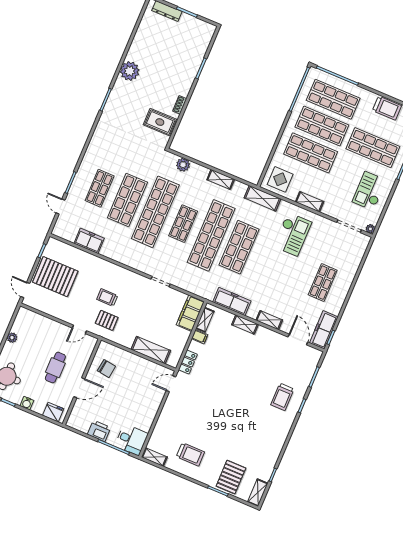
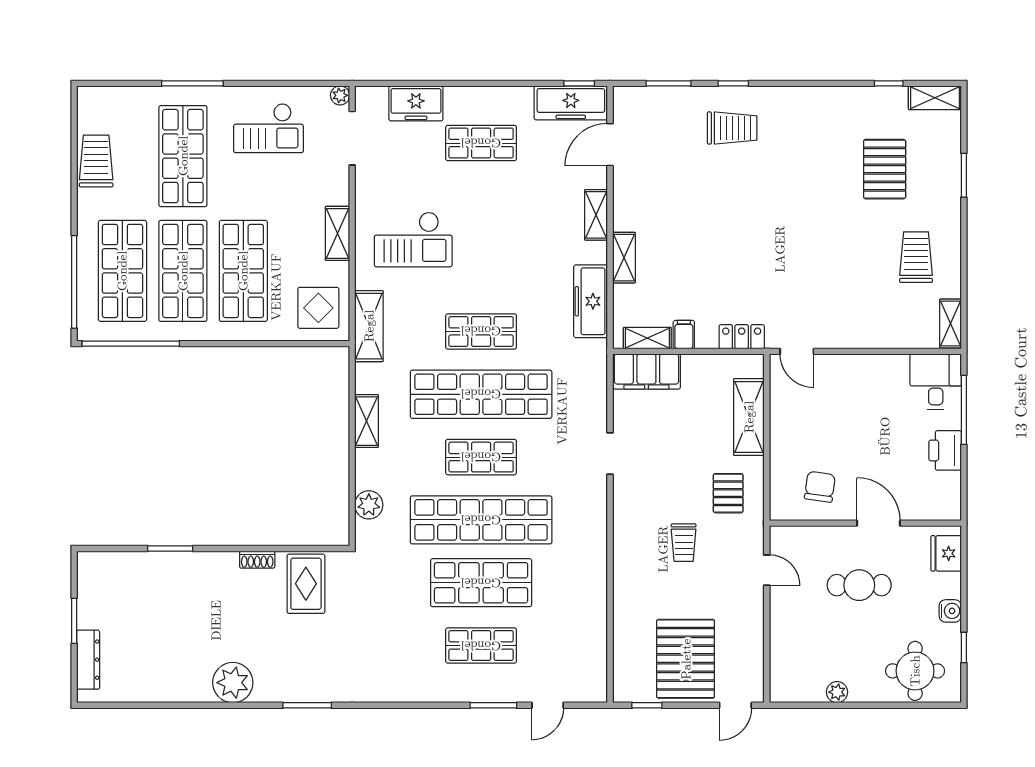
checkout: (293, 234) -> (413, 239), turned 180
freezer: (89, 241) -> (416, 103), moved, turned -90
shop shelf: (239, 247) -> (481, 331), width x0.70, depth x0.74
pallet: (107, 320) -> (728, 493), moved
pallet: (231, 477) -> (885, 169), moved, turned 90

